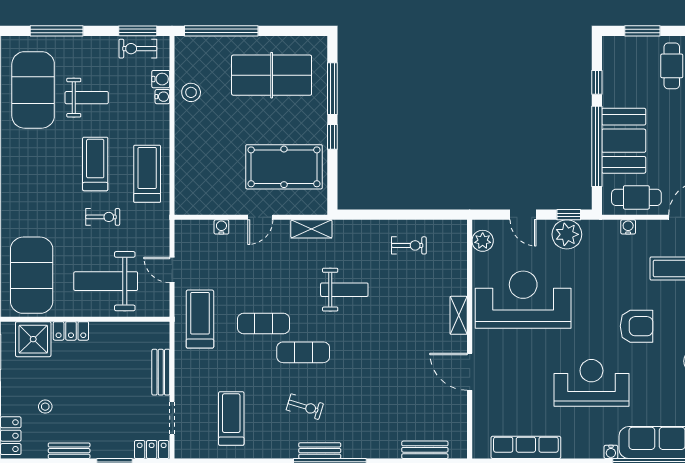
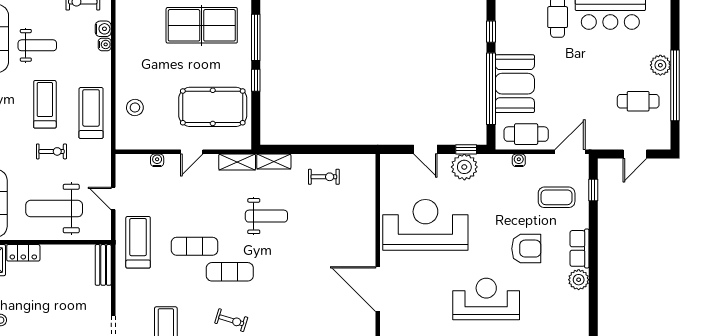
stool: (191, 92) -> (135, 108), moved
plant: (483, 241) -> (389, 173), removed
shelving: (459, 315) -> (274, 162), moved, turned 90
bench: (161, 372) -> (103, 265), moved
door: (470, 372) -> (378, 289), width x1.36

